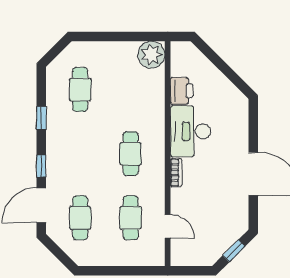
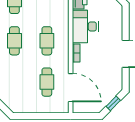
cafe table: (80, 218) -> (14, 41), moved
door: (168, 226) -> (71, 88), width x1.88

